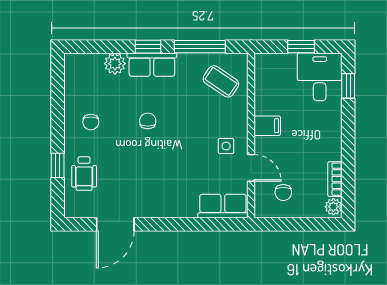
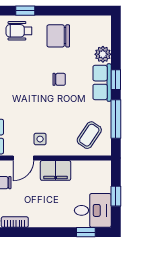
chair: (91, 122) -> (58, 36), width x1.87, depth x1.87
filing cabinet: (267, 126) -> (56, 170), width x2.00

